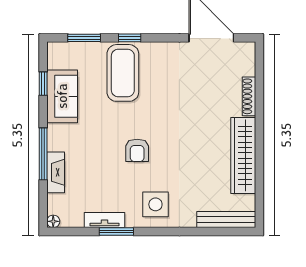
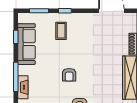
coffee table: (123, 73) -> (61, 31), width x0.54, depth x0.58
sofa: (62, 96) -> (27, 44), width x1.36

